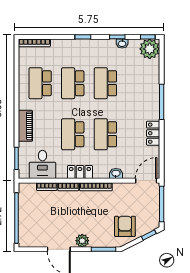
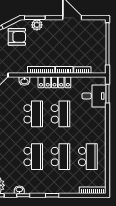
piano: (25, 126) -> (100, 121), removed
desk: (42, 164) -> (94, 96), moved, turned 90
locker: (80, 172) -> (54, 82), width x1.53
armchair: (125, 226) -> (17, 37), turned -90
plant: (82, 241) -> (37, 25), moved

